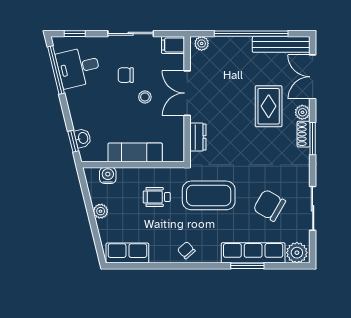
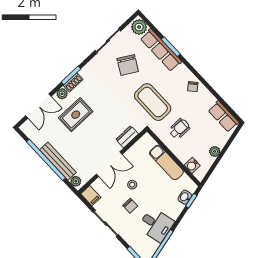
bench: (281, 44) -> (58, 161), moved
desk: (78, 67) -> (156, 225), moved
wheelchair: (157, 197) -> (179, 129), turned -90

